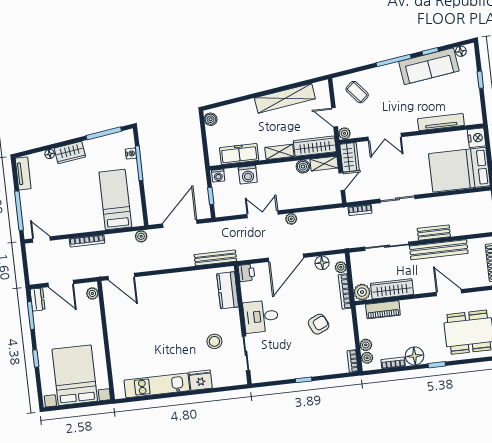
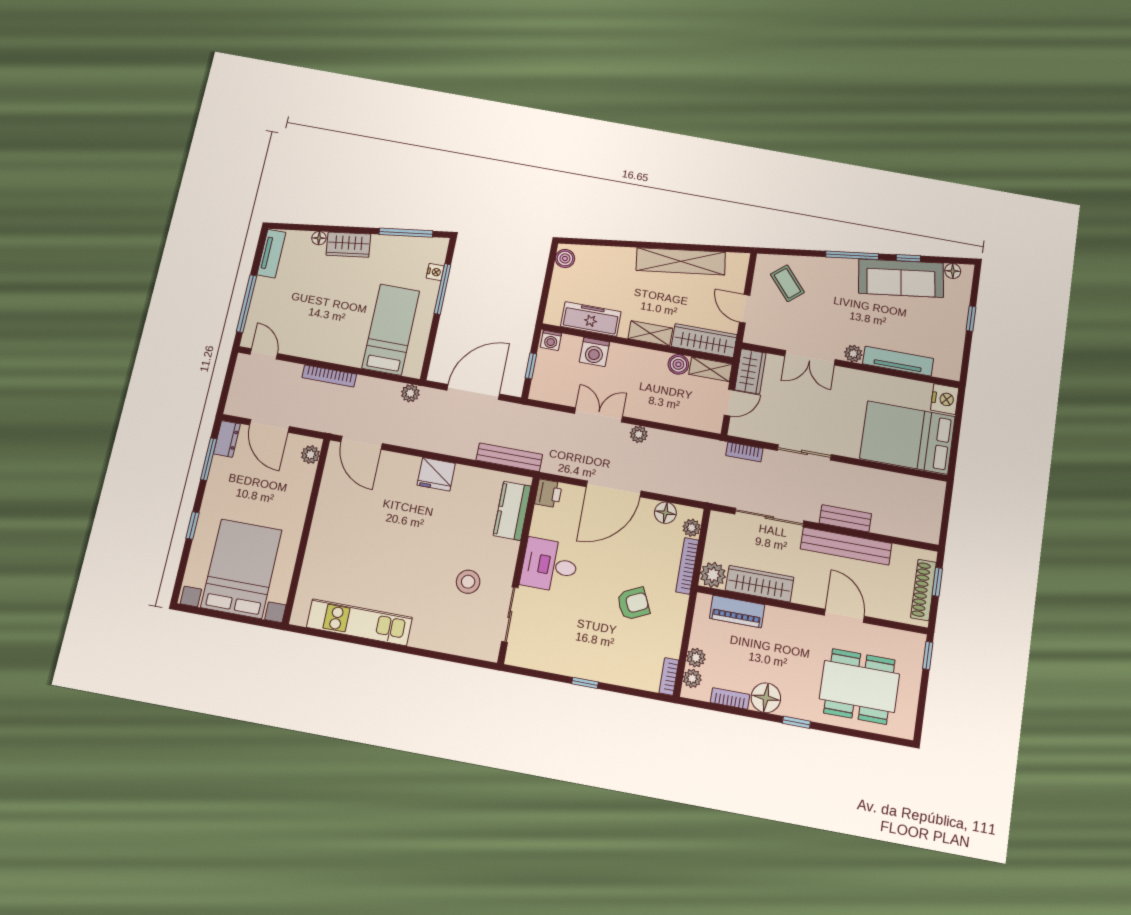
plant: (344, 133) -> (853, 354), moved
fridge: (201, 380) -> (436, 474), moved, turned 180

